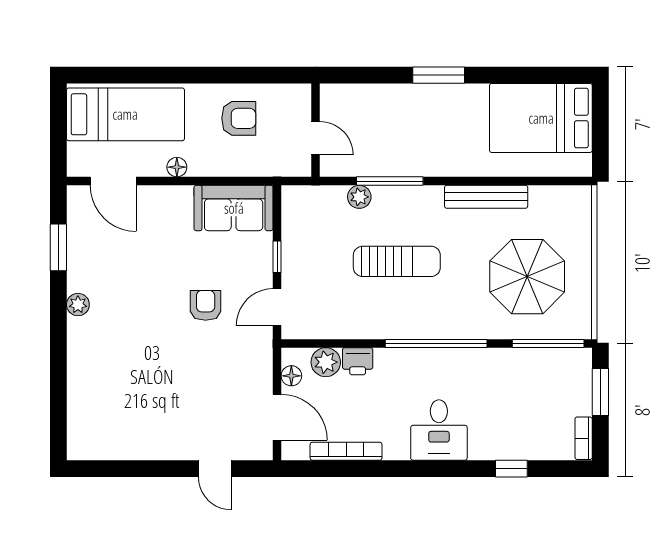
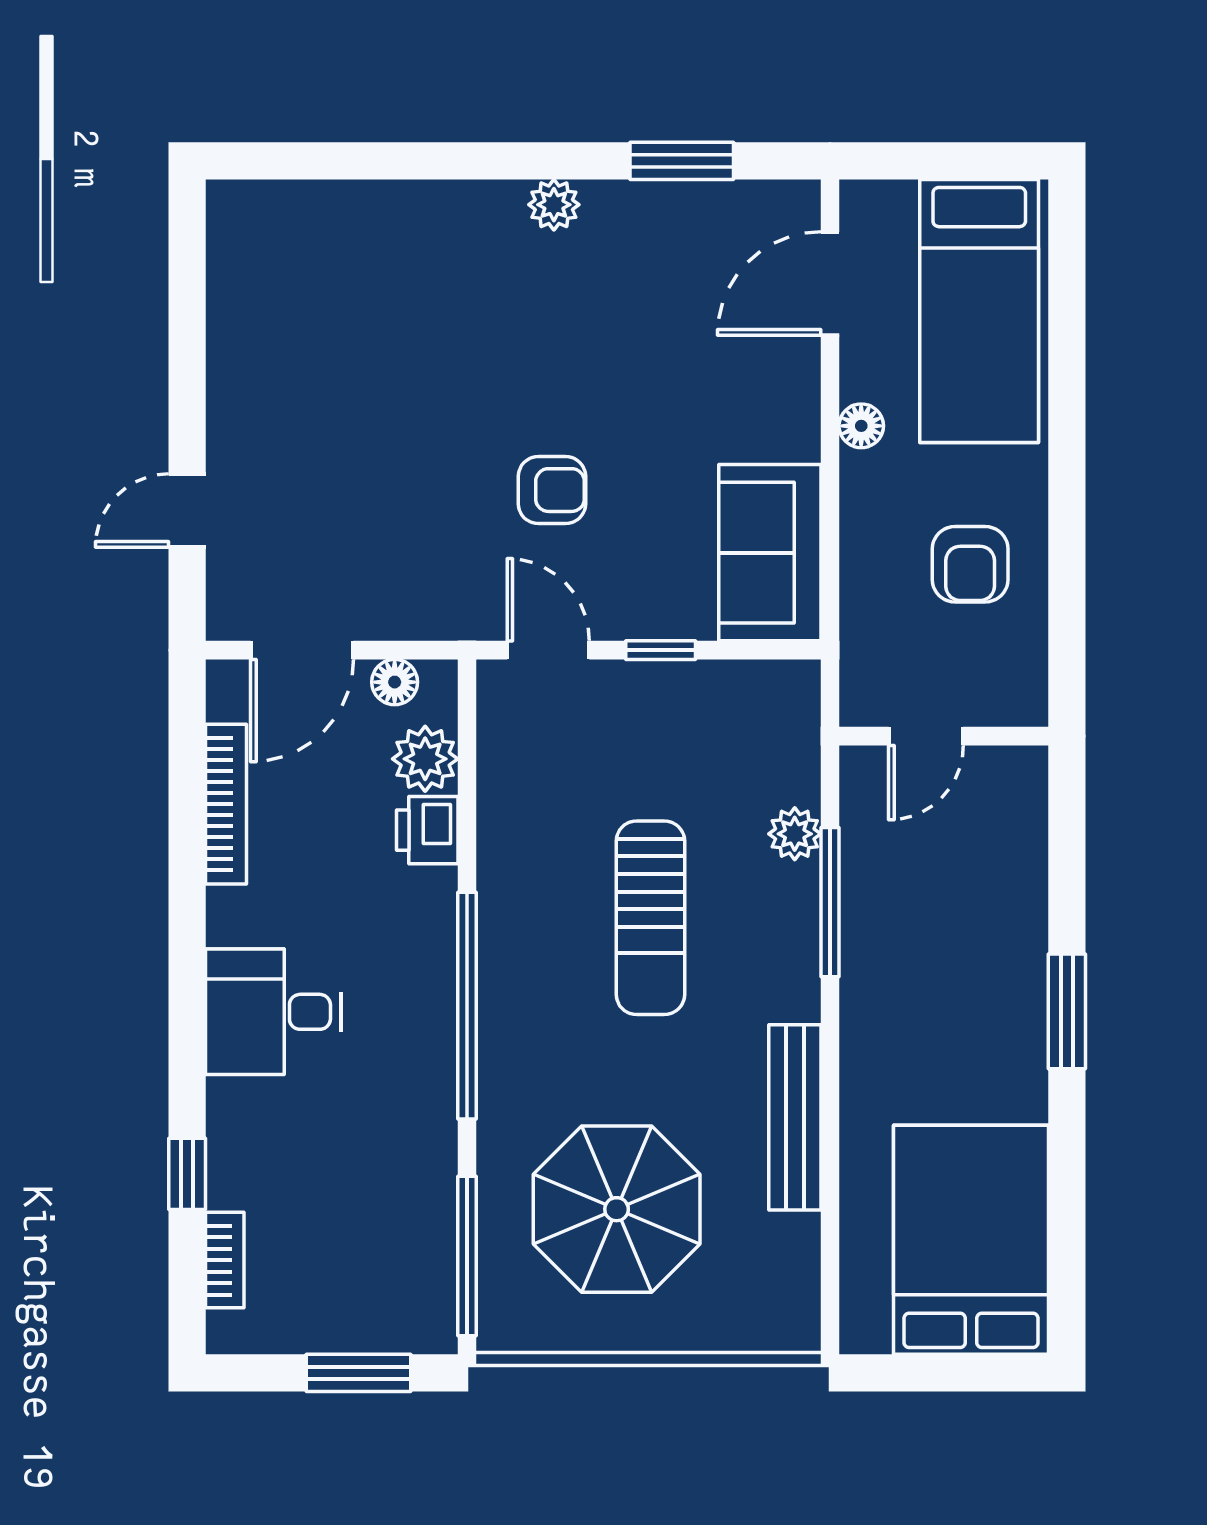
bookcase: (584, 438) -> (225, 1260), moved, turned 90

